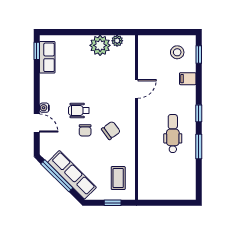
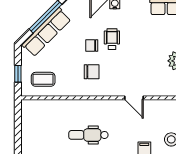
chair: (111, 130) -> (92, 72), turned -54
dental chair: (173, 134) -> (88, 135), turned 180

